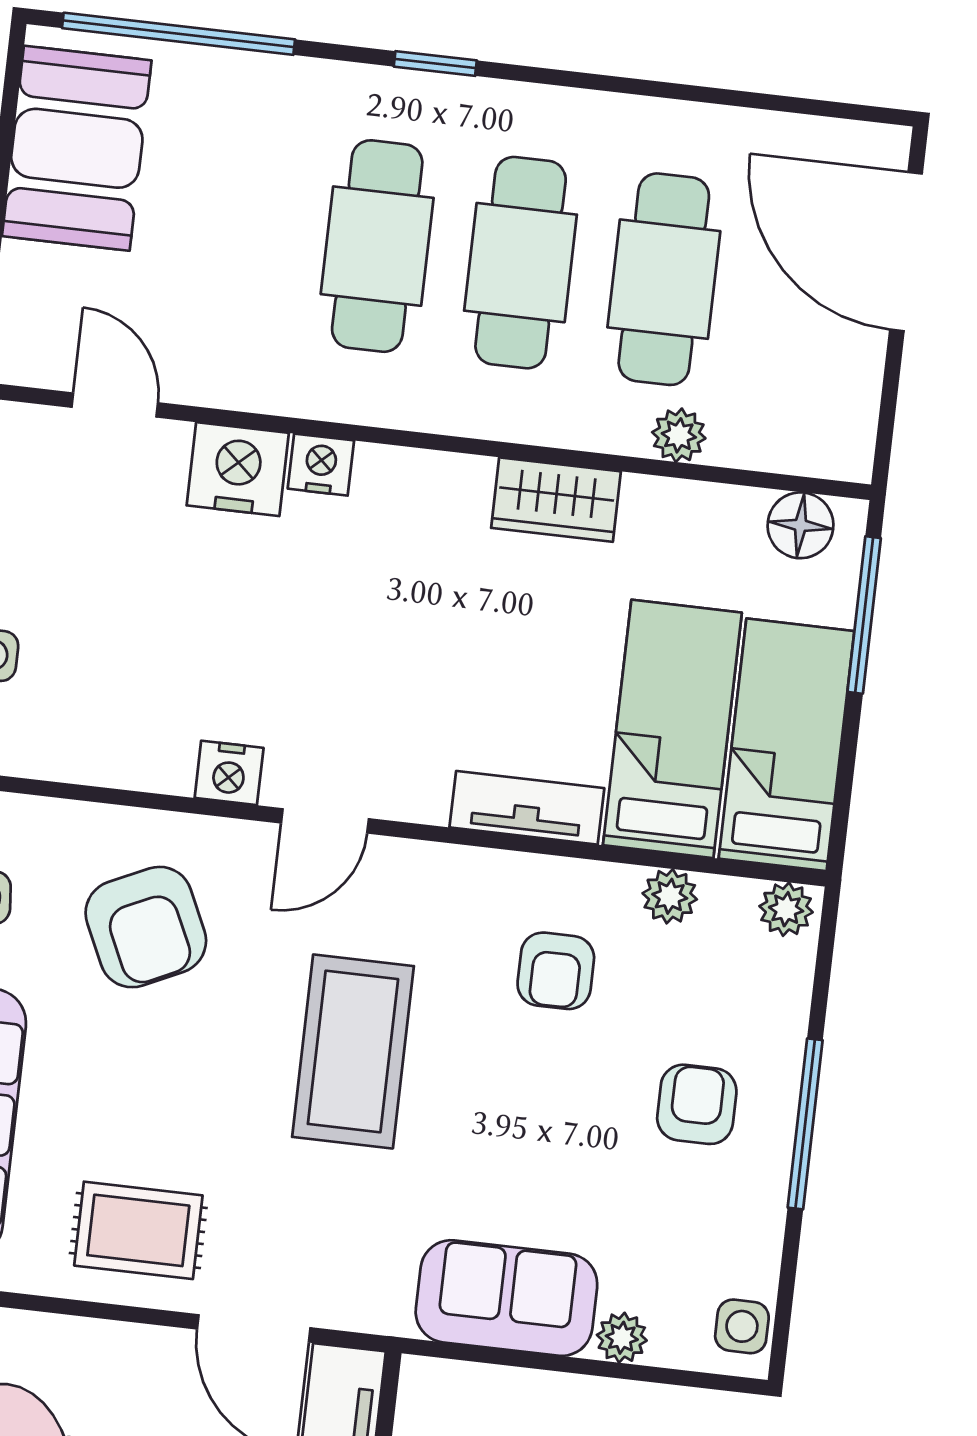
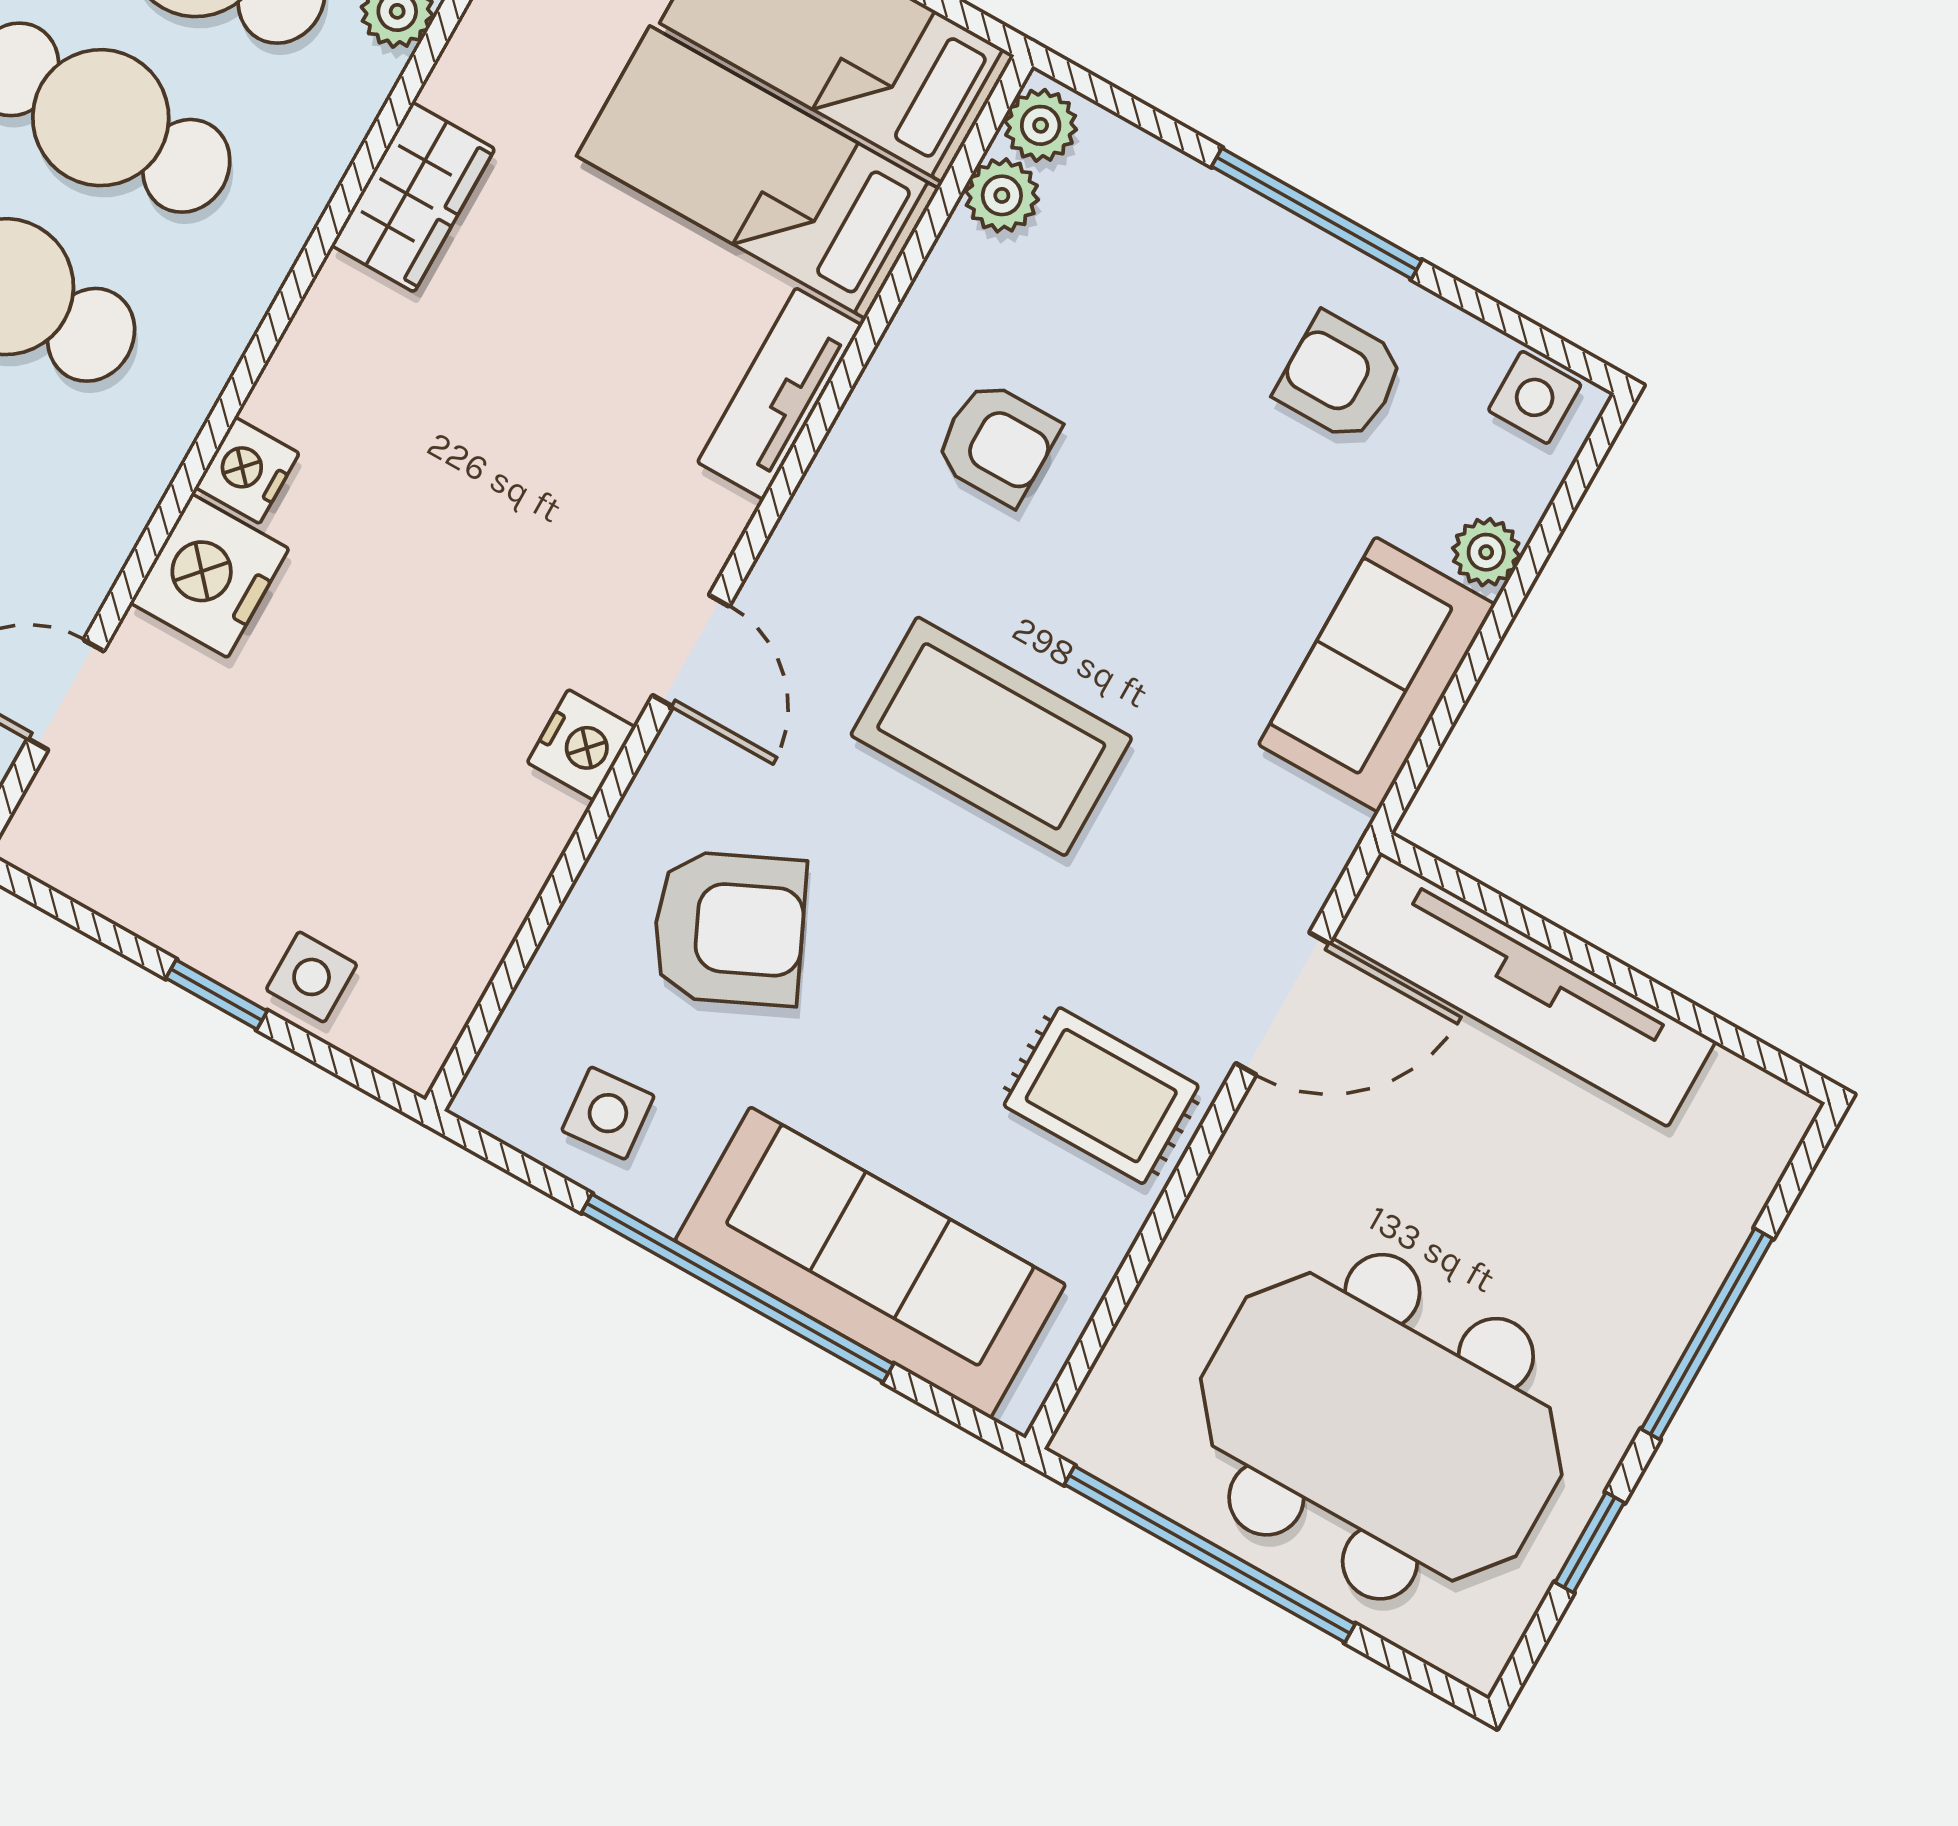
plant: (670, 896) -> (1002, 195), moved
armchair: (697, 1104) -> (1340, 377), moved
rug: (138, 1230) -> (1101, 1096), turned 90

